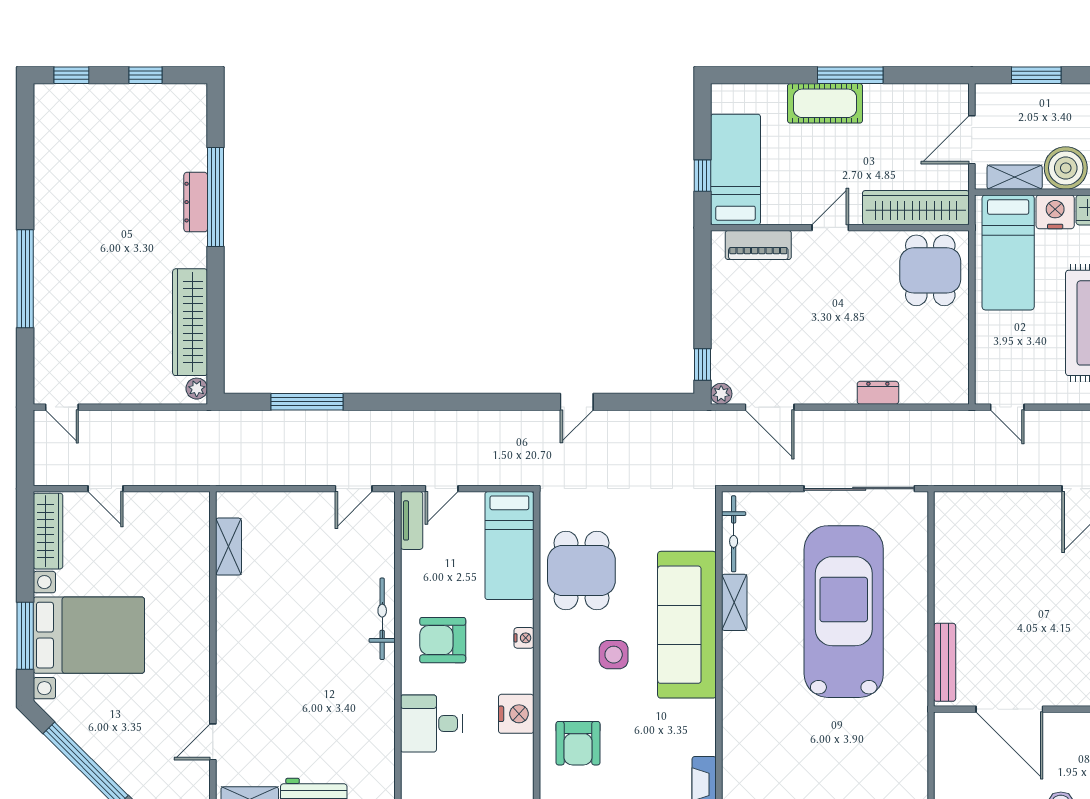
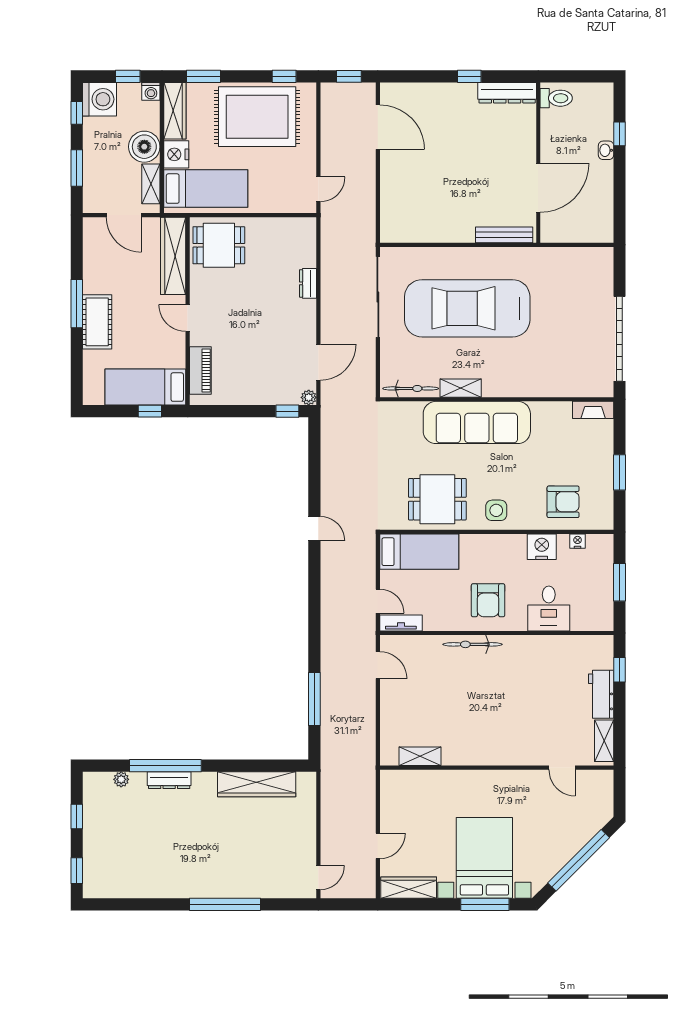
plant: (197, 389) -> (121, 779), moved
door: (577, 402) -> (314, 528), moved
nightstand: (524, 638) -> (578, 541), moved
side table: (614, 655) -> (496, 510), moved

